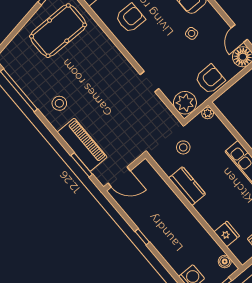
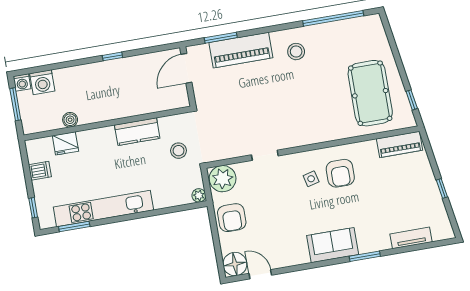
side table: (192, 33) -> (311, 179), moved
boiler: (225, 262) -> (70, 120), moved

